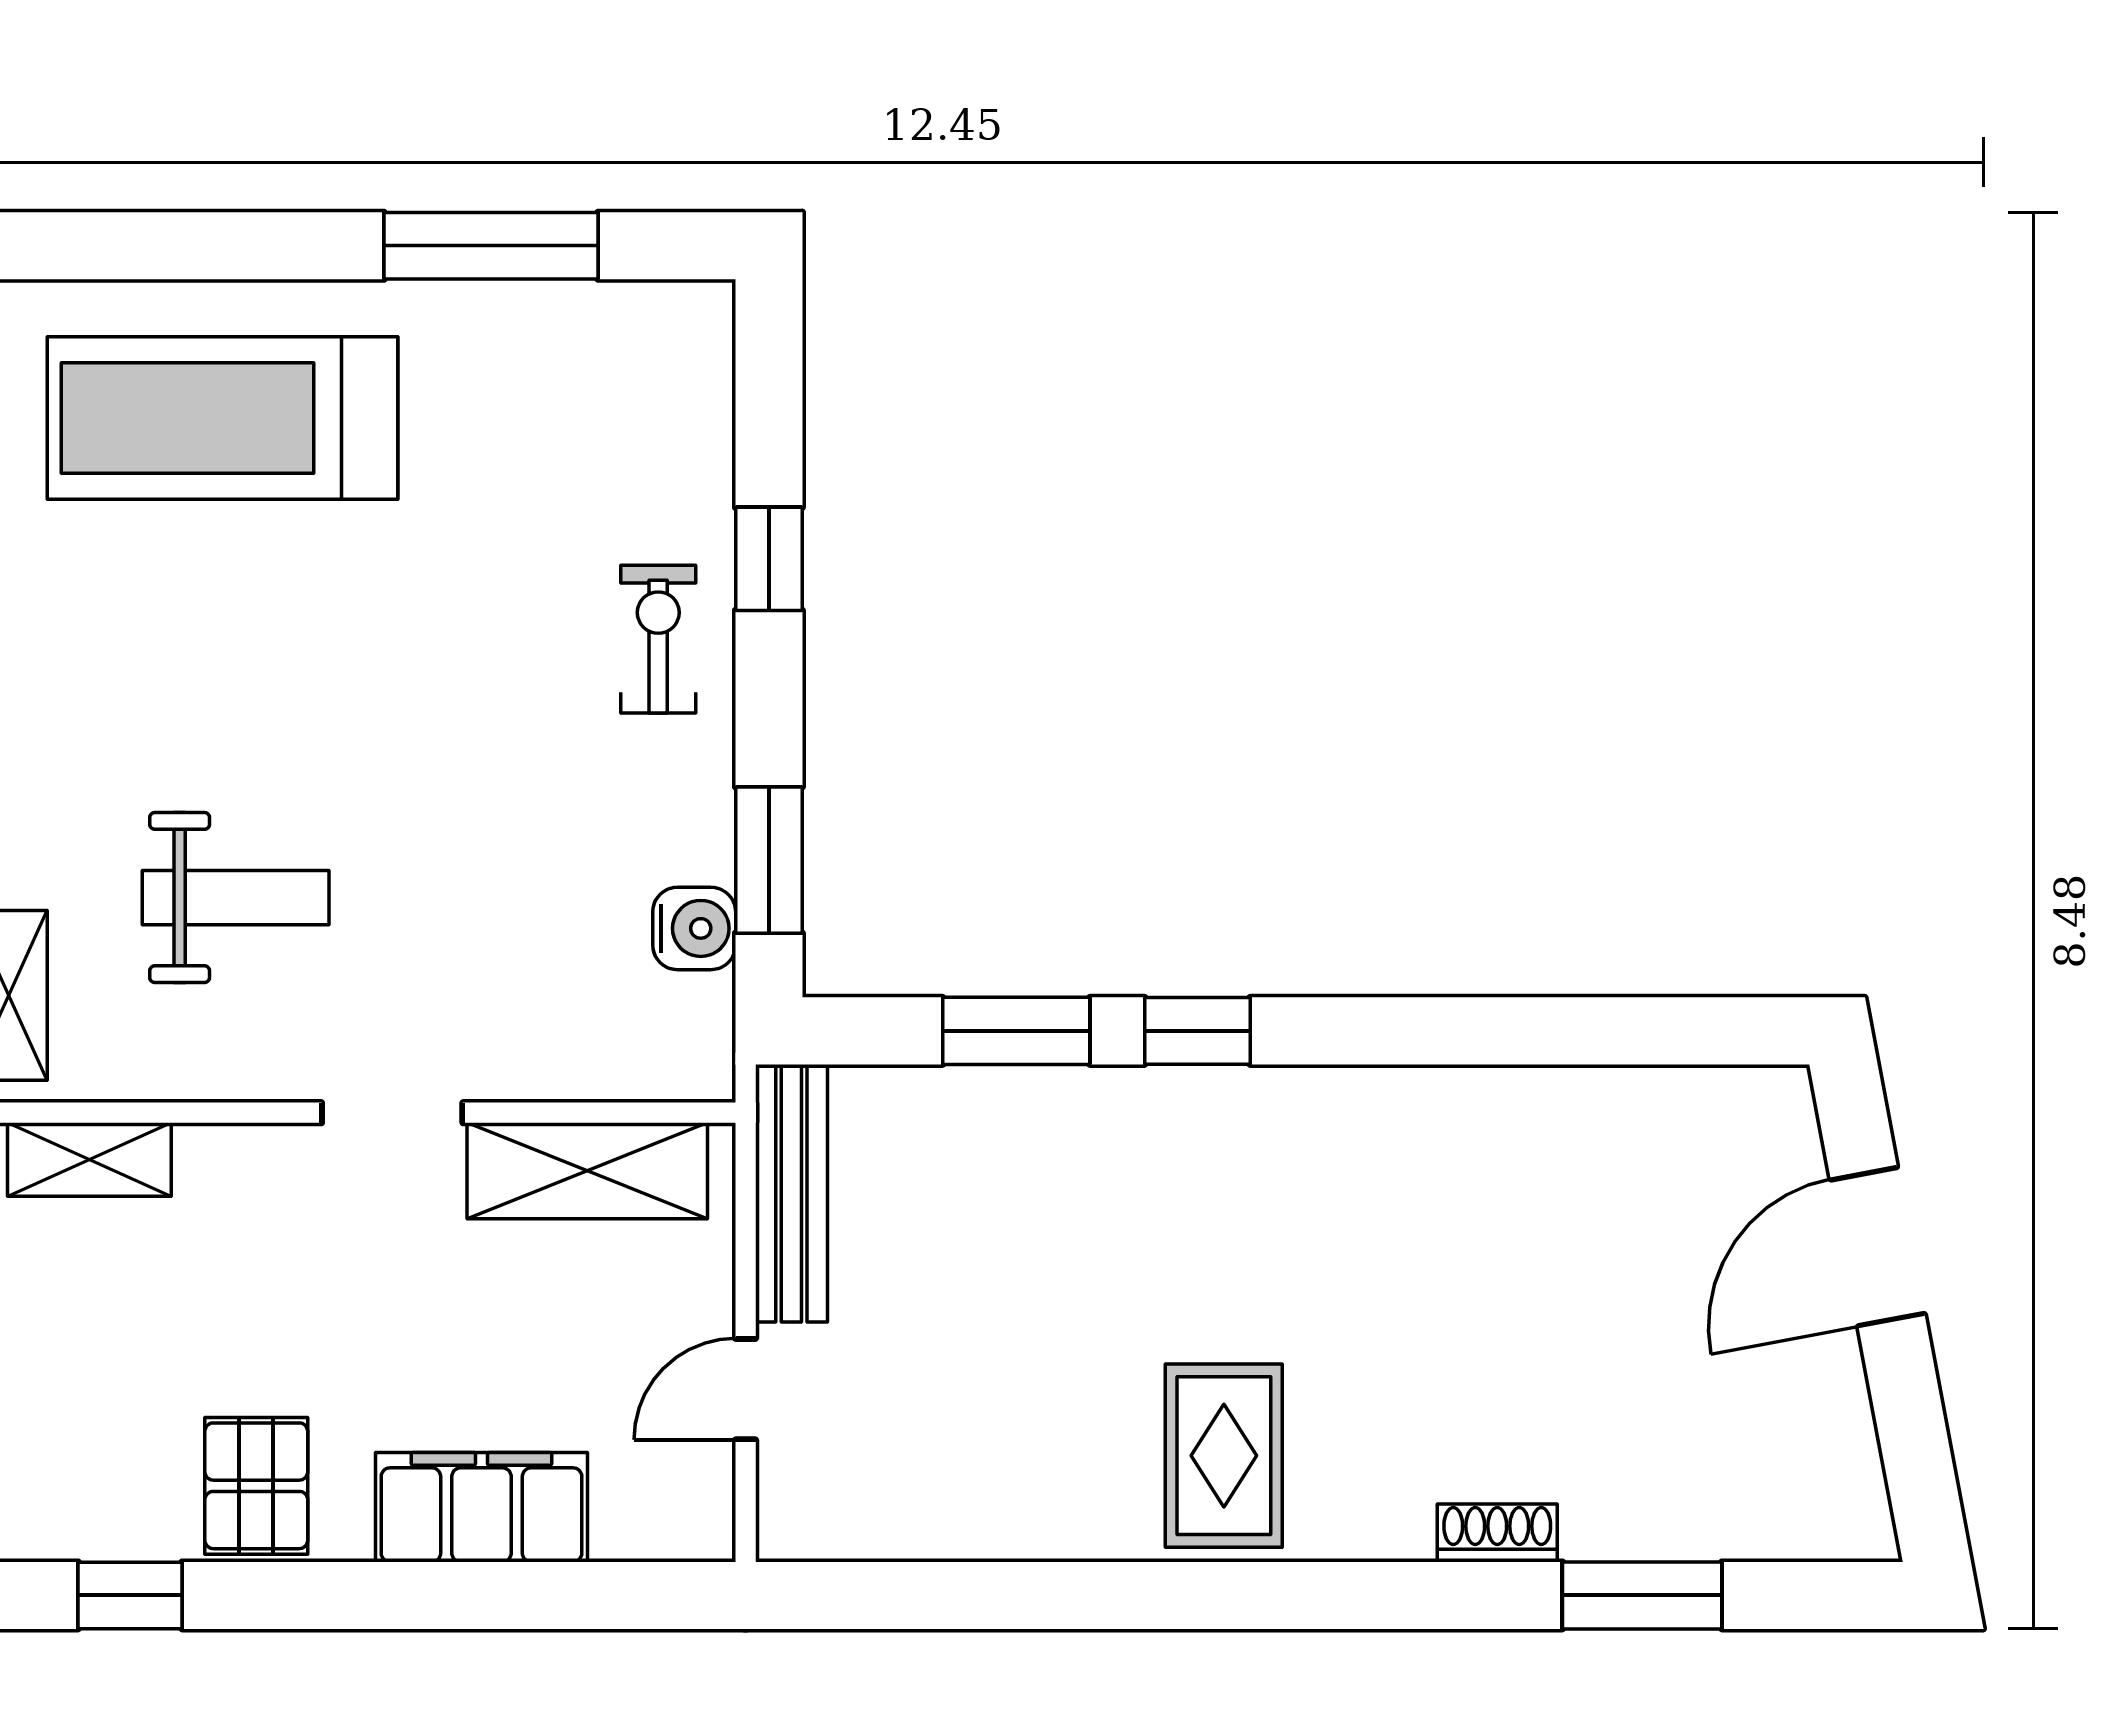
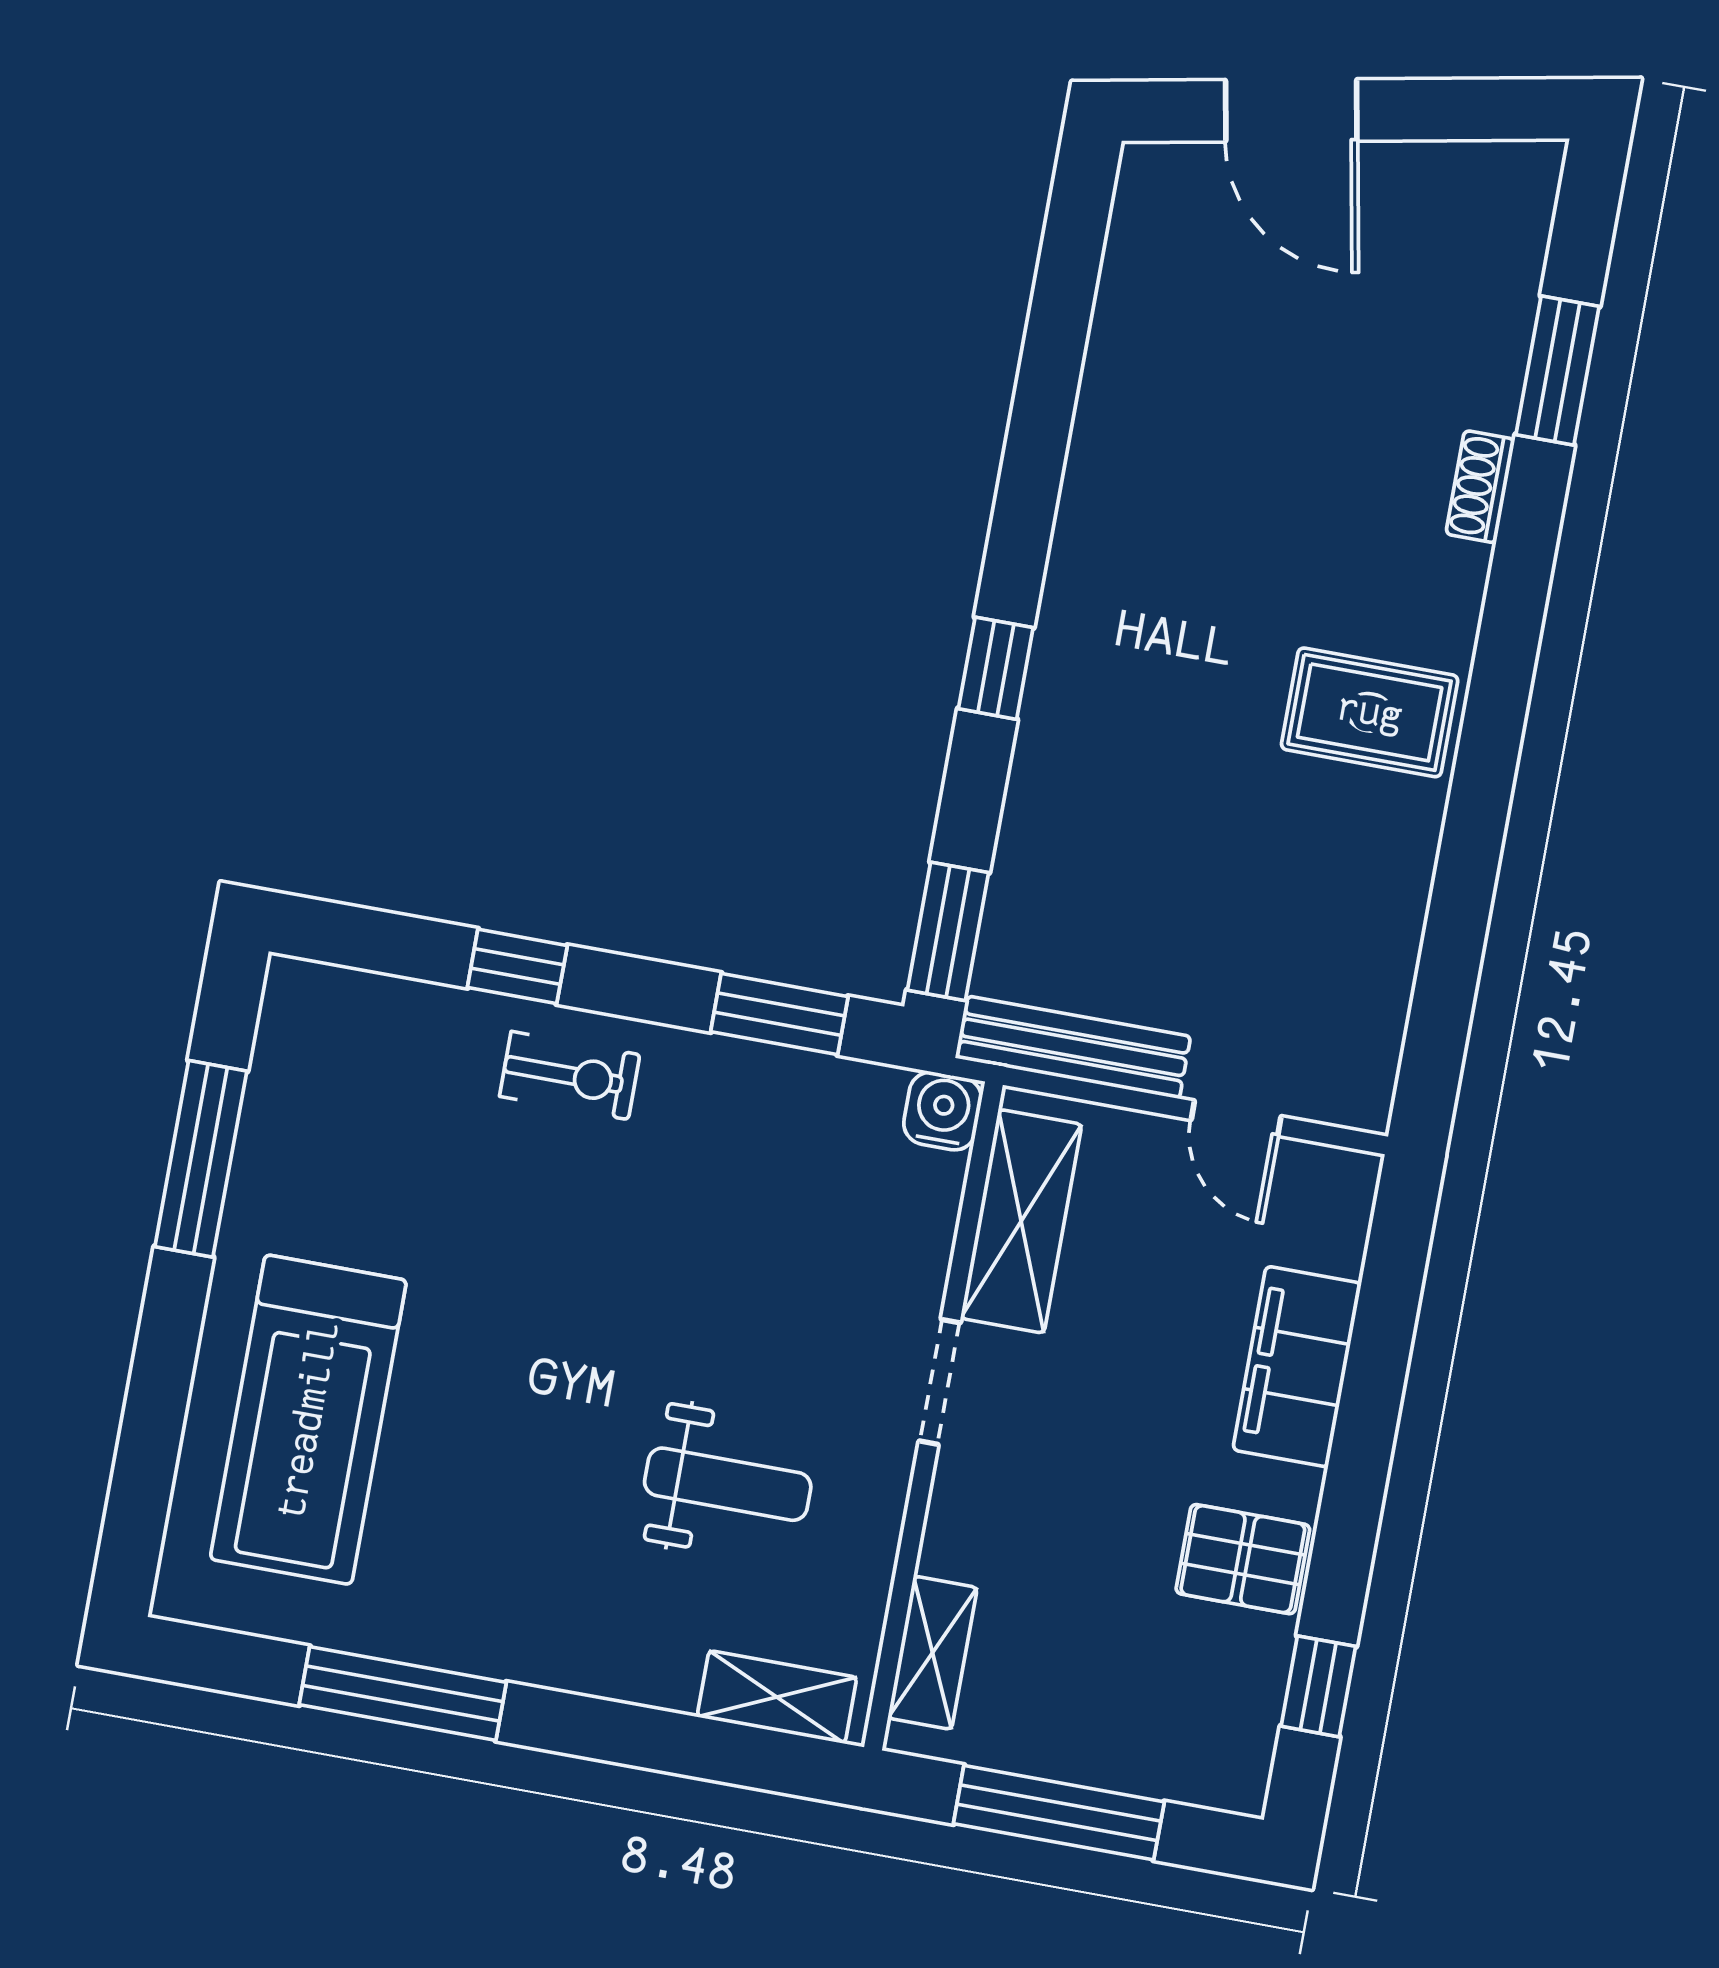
exercise bike: (658, 639) -> (570, 1075), turned 180
weight bench: (236, 898) -> (728, 1484), turned 90
water cooler: (694, 928) -> (943, 1111), moved
window: (1016, 1031) -> (948, 931), moved

